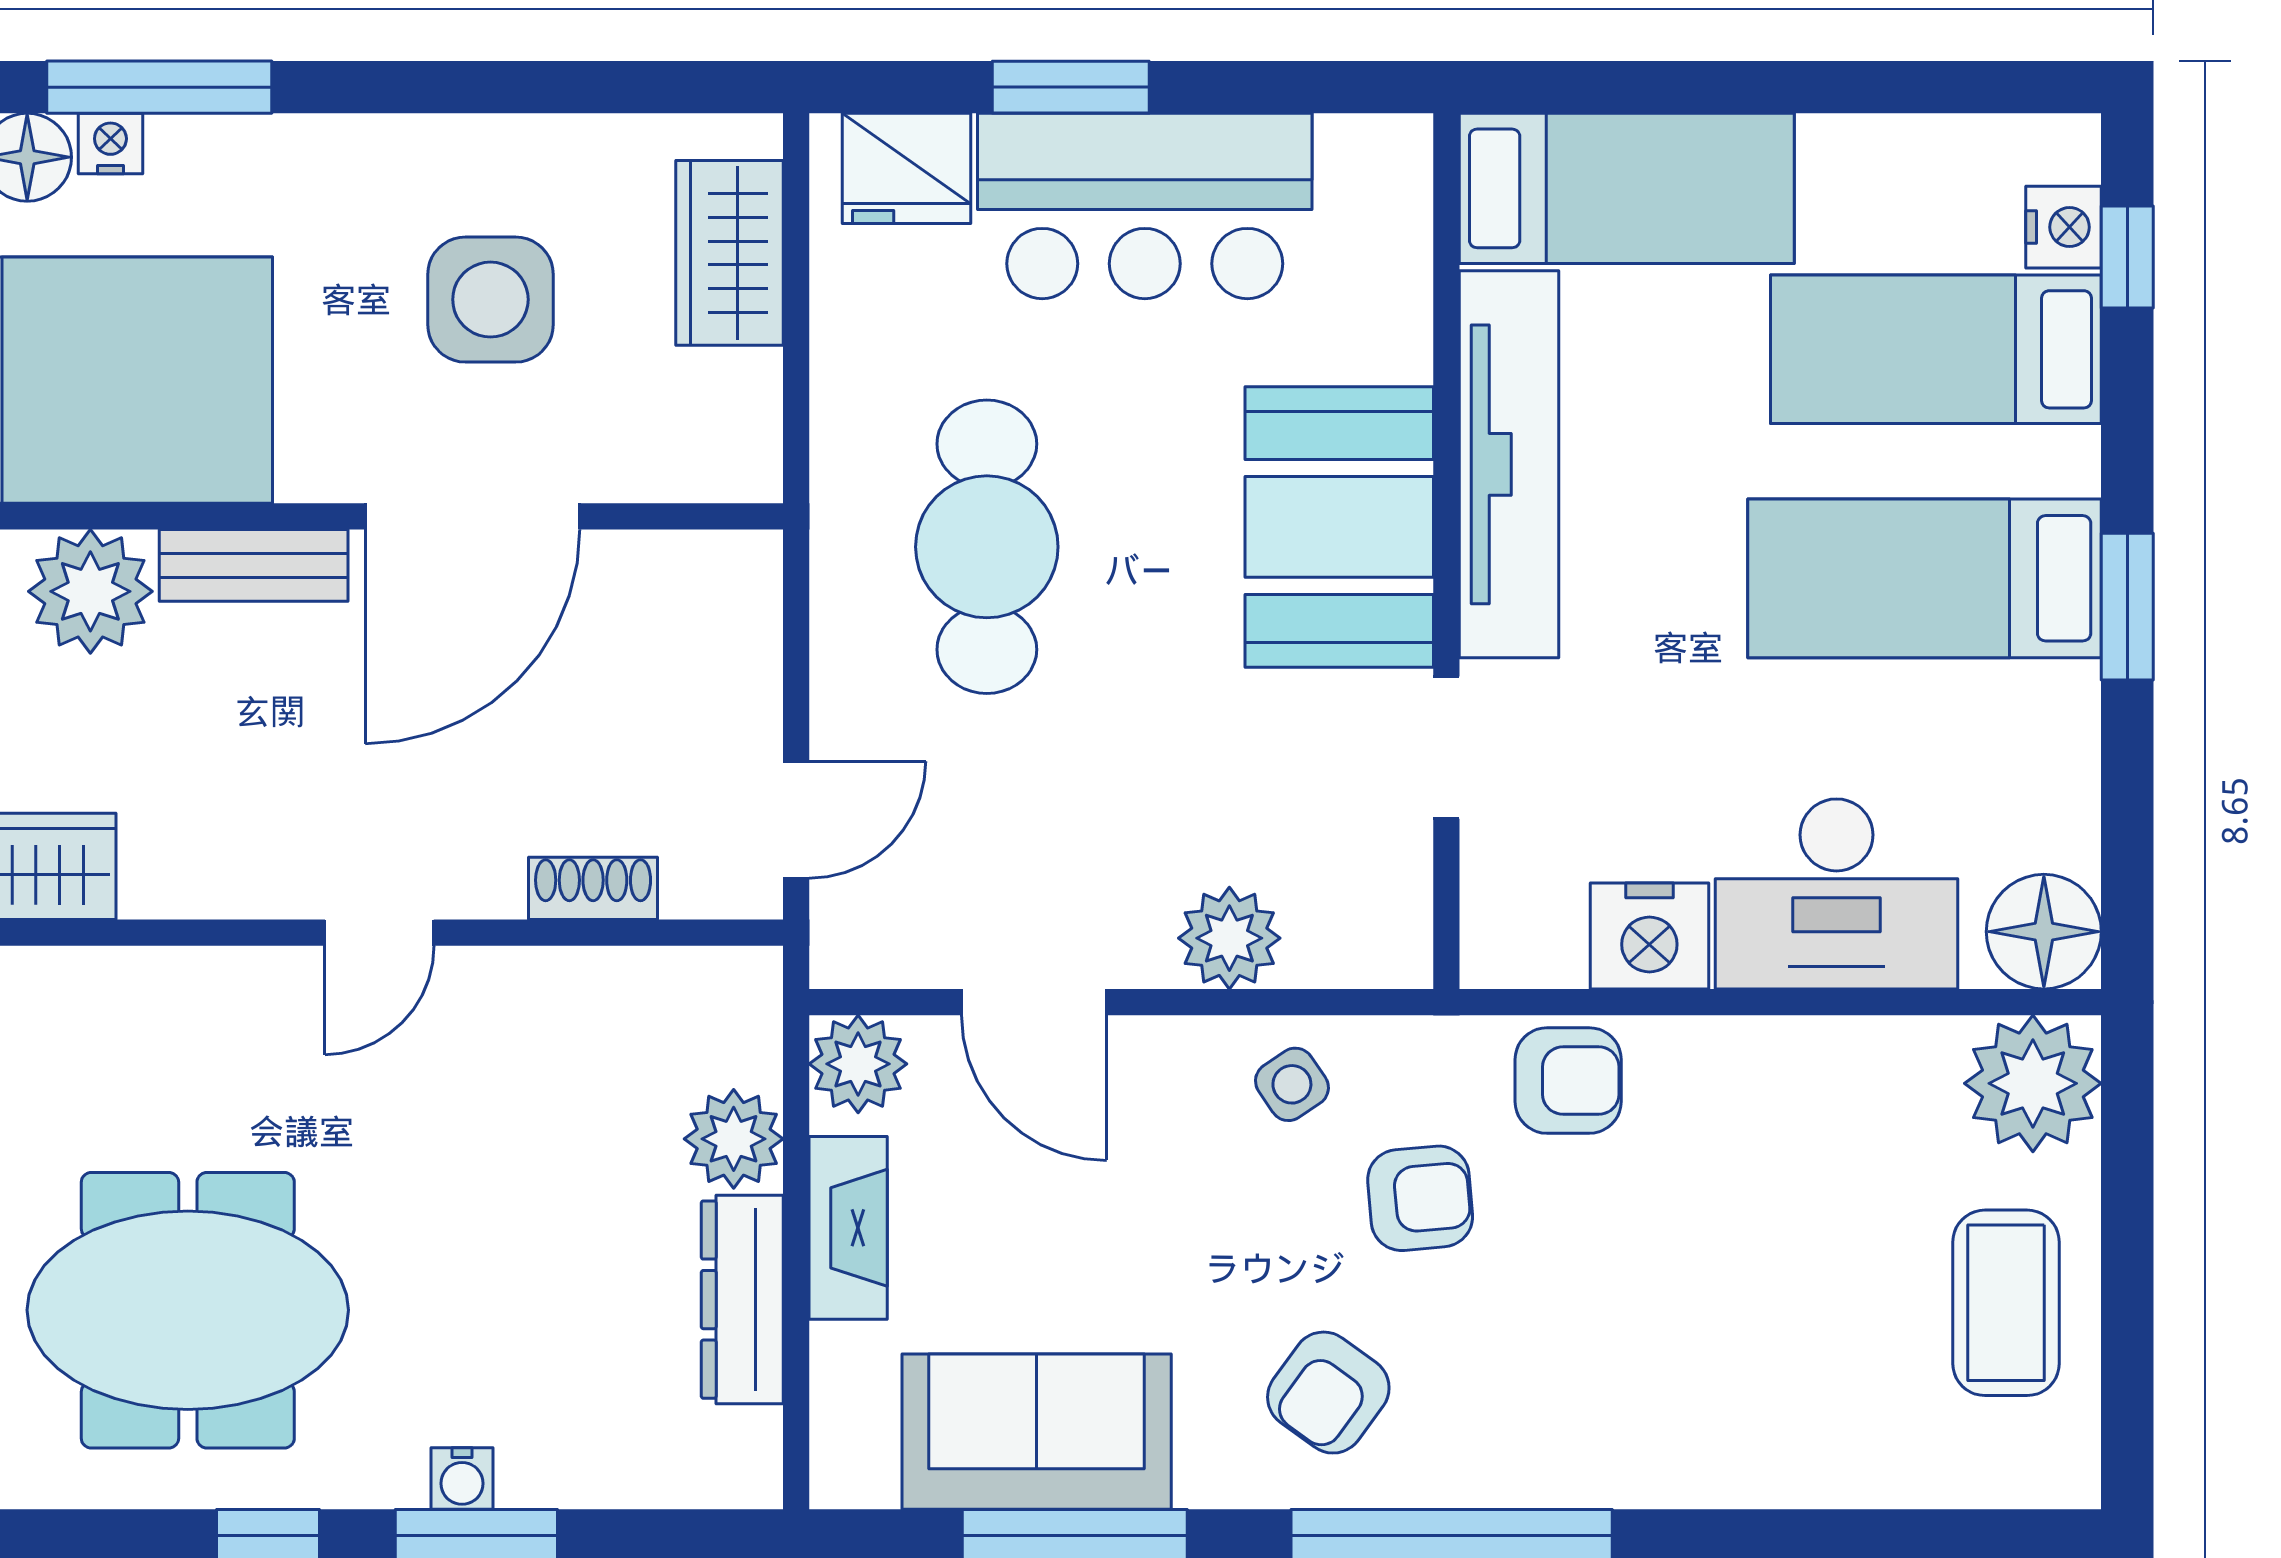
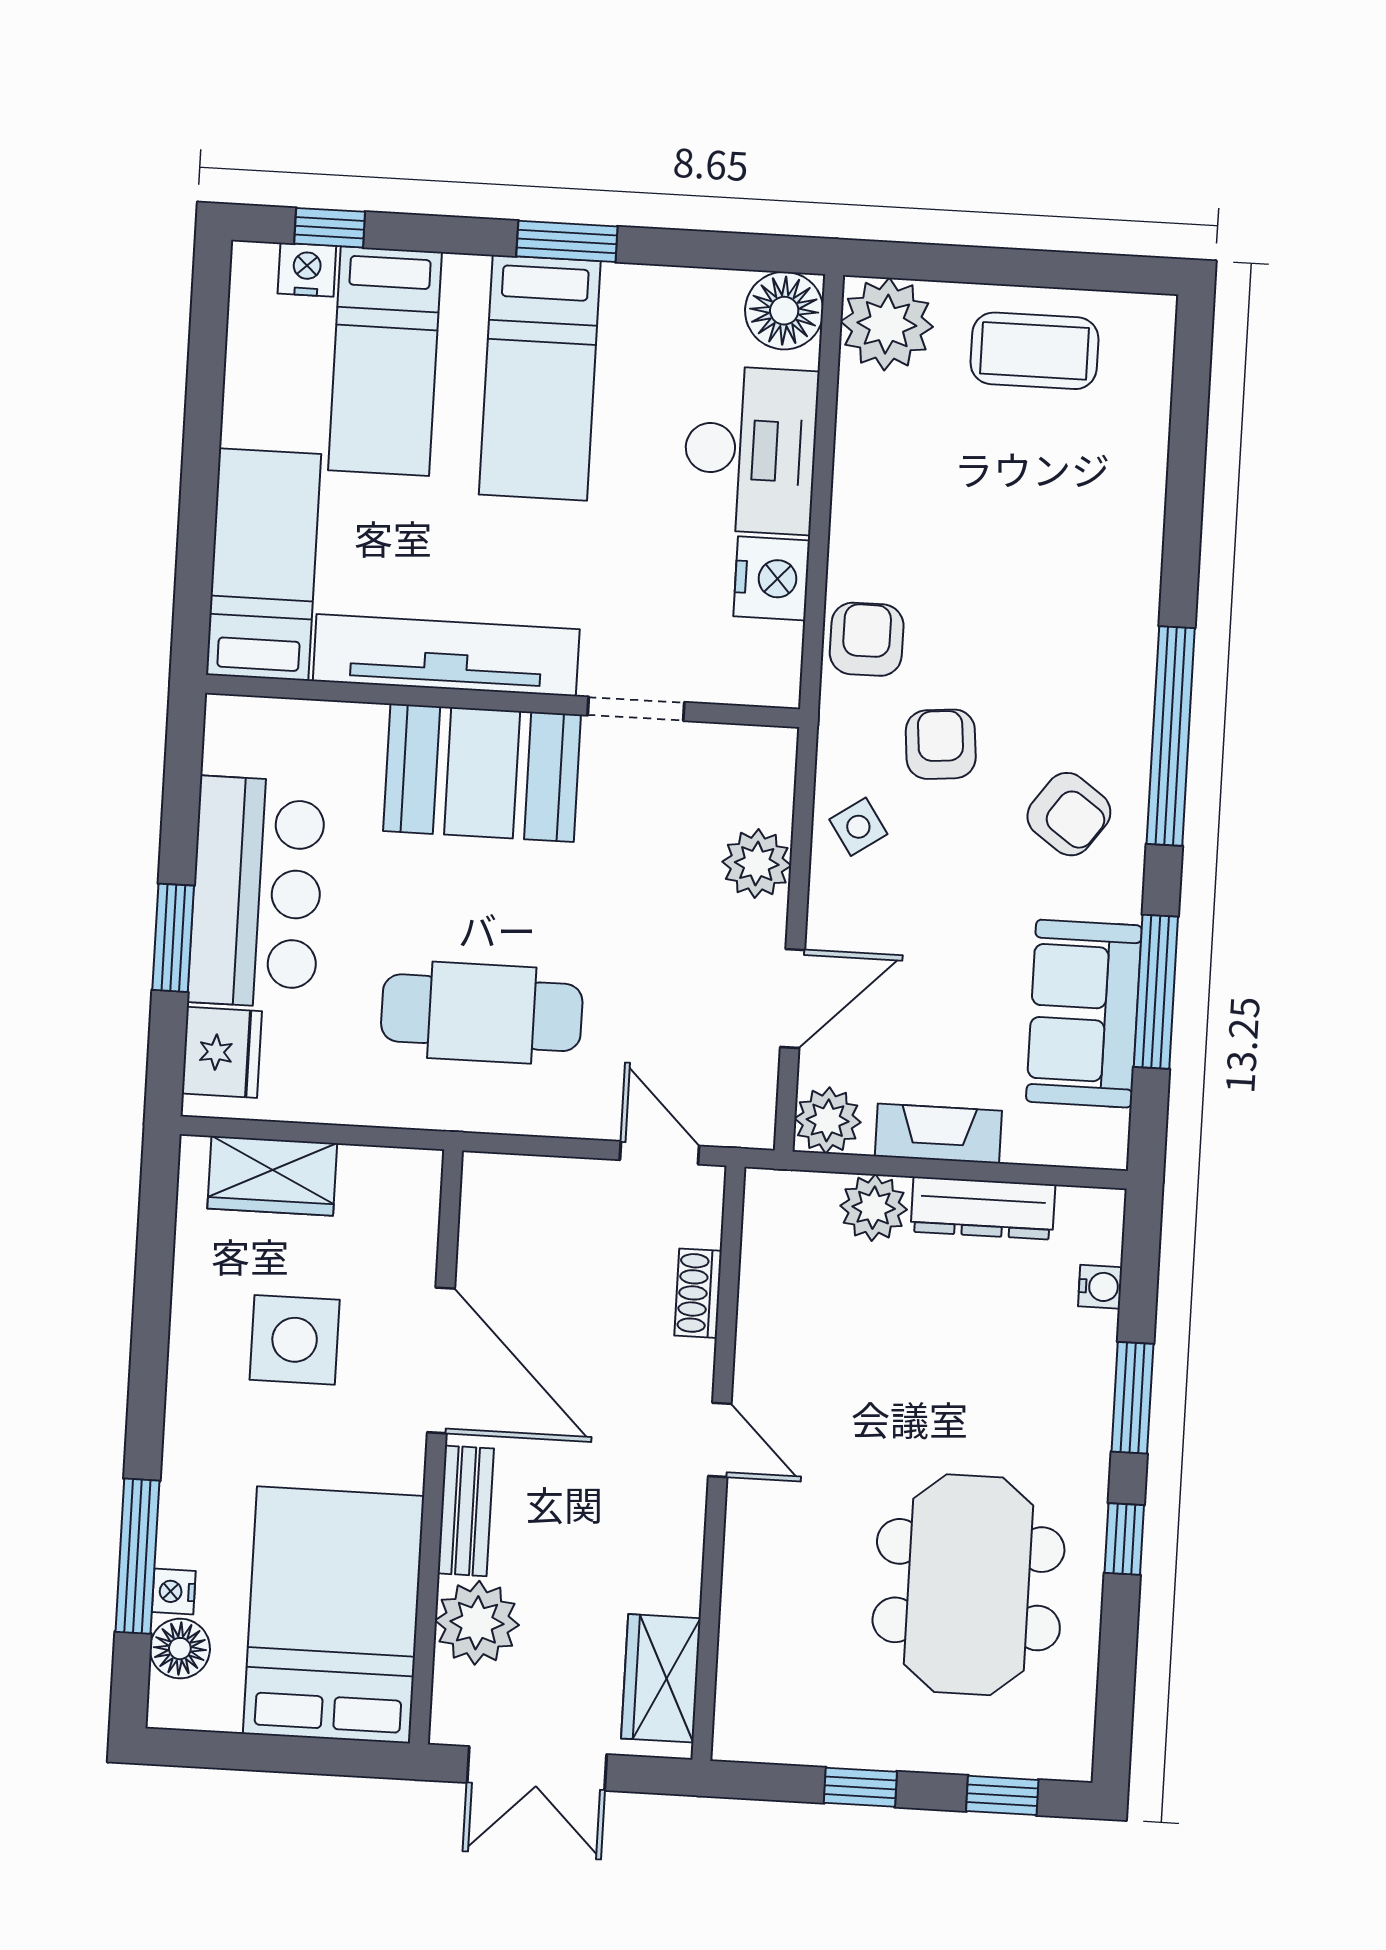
water cooler: (462, 1479) -> (1100, 1287), moved

